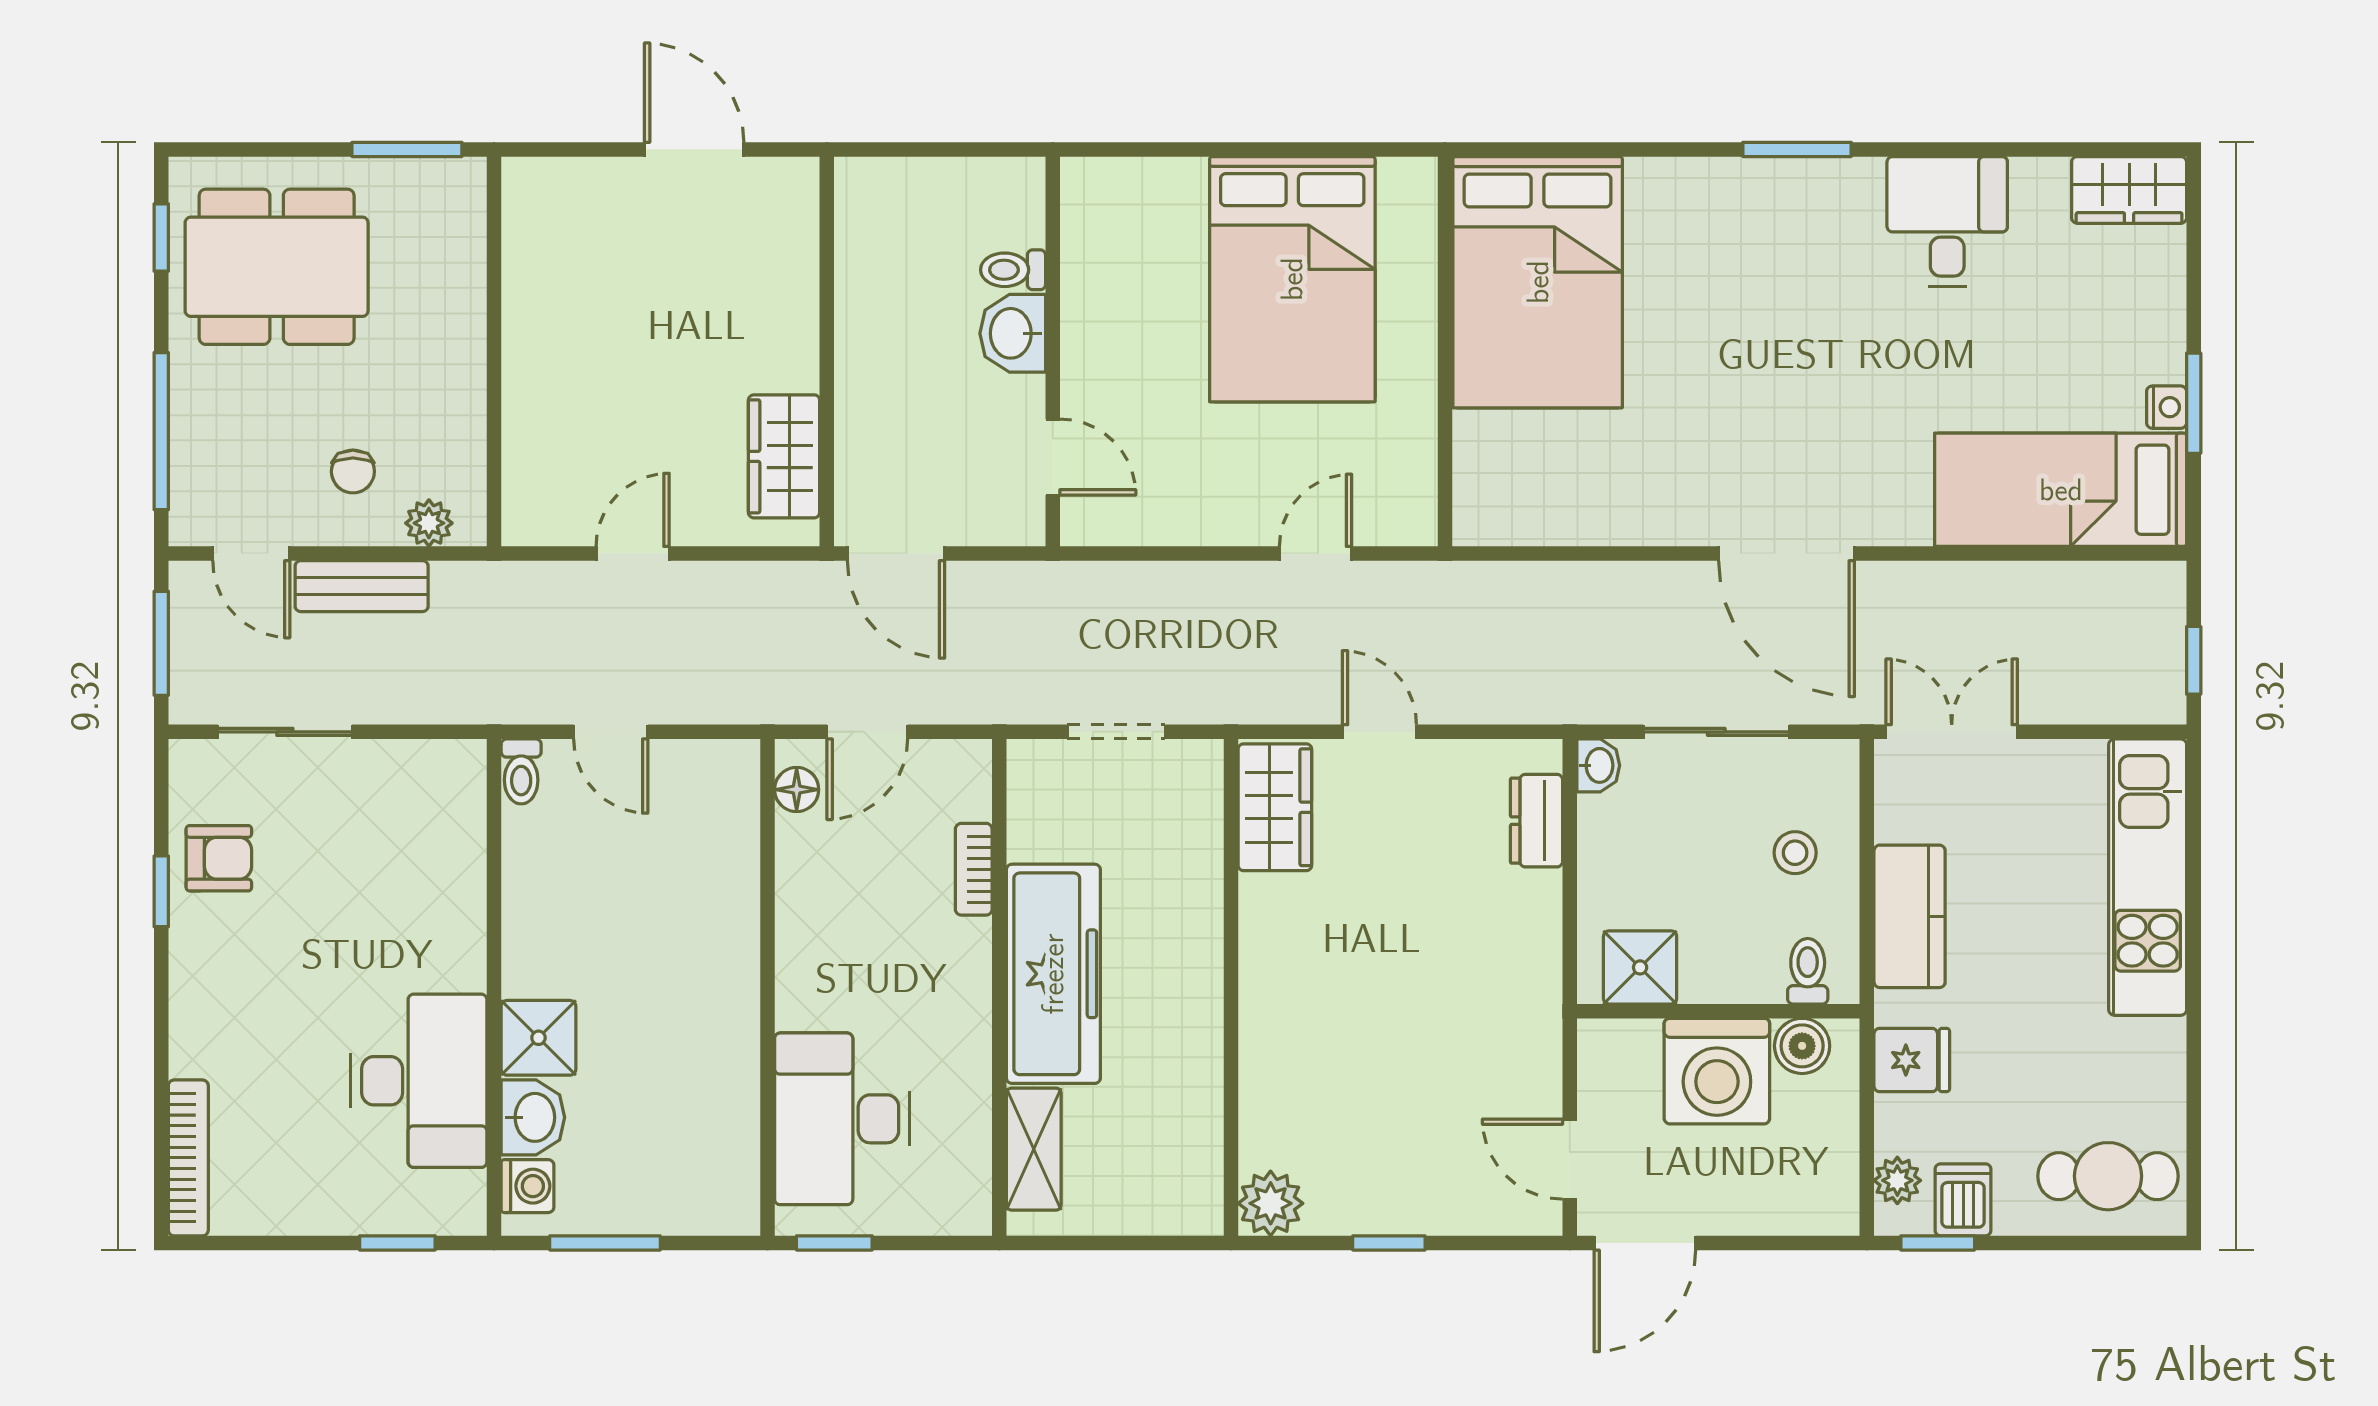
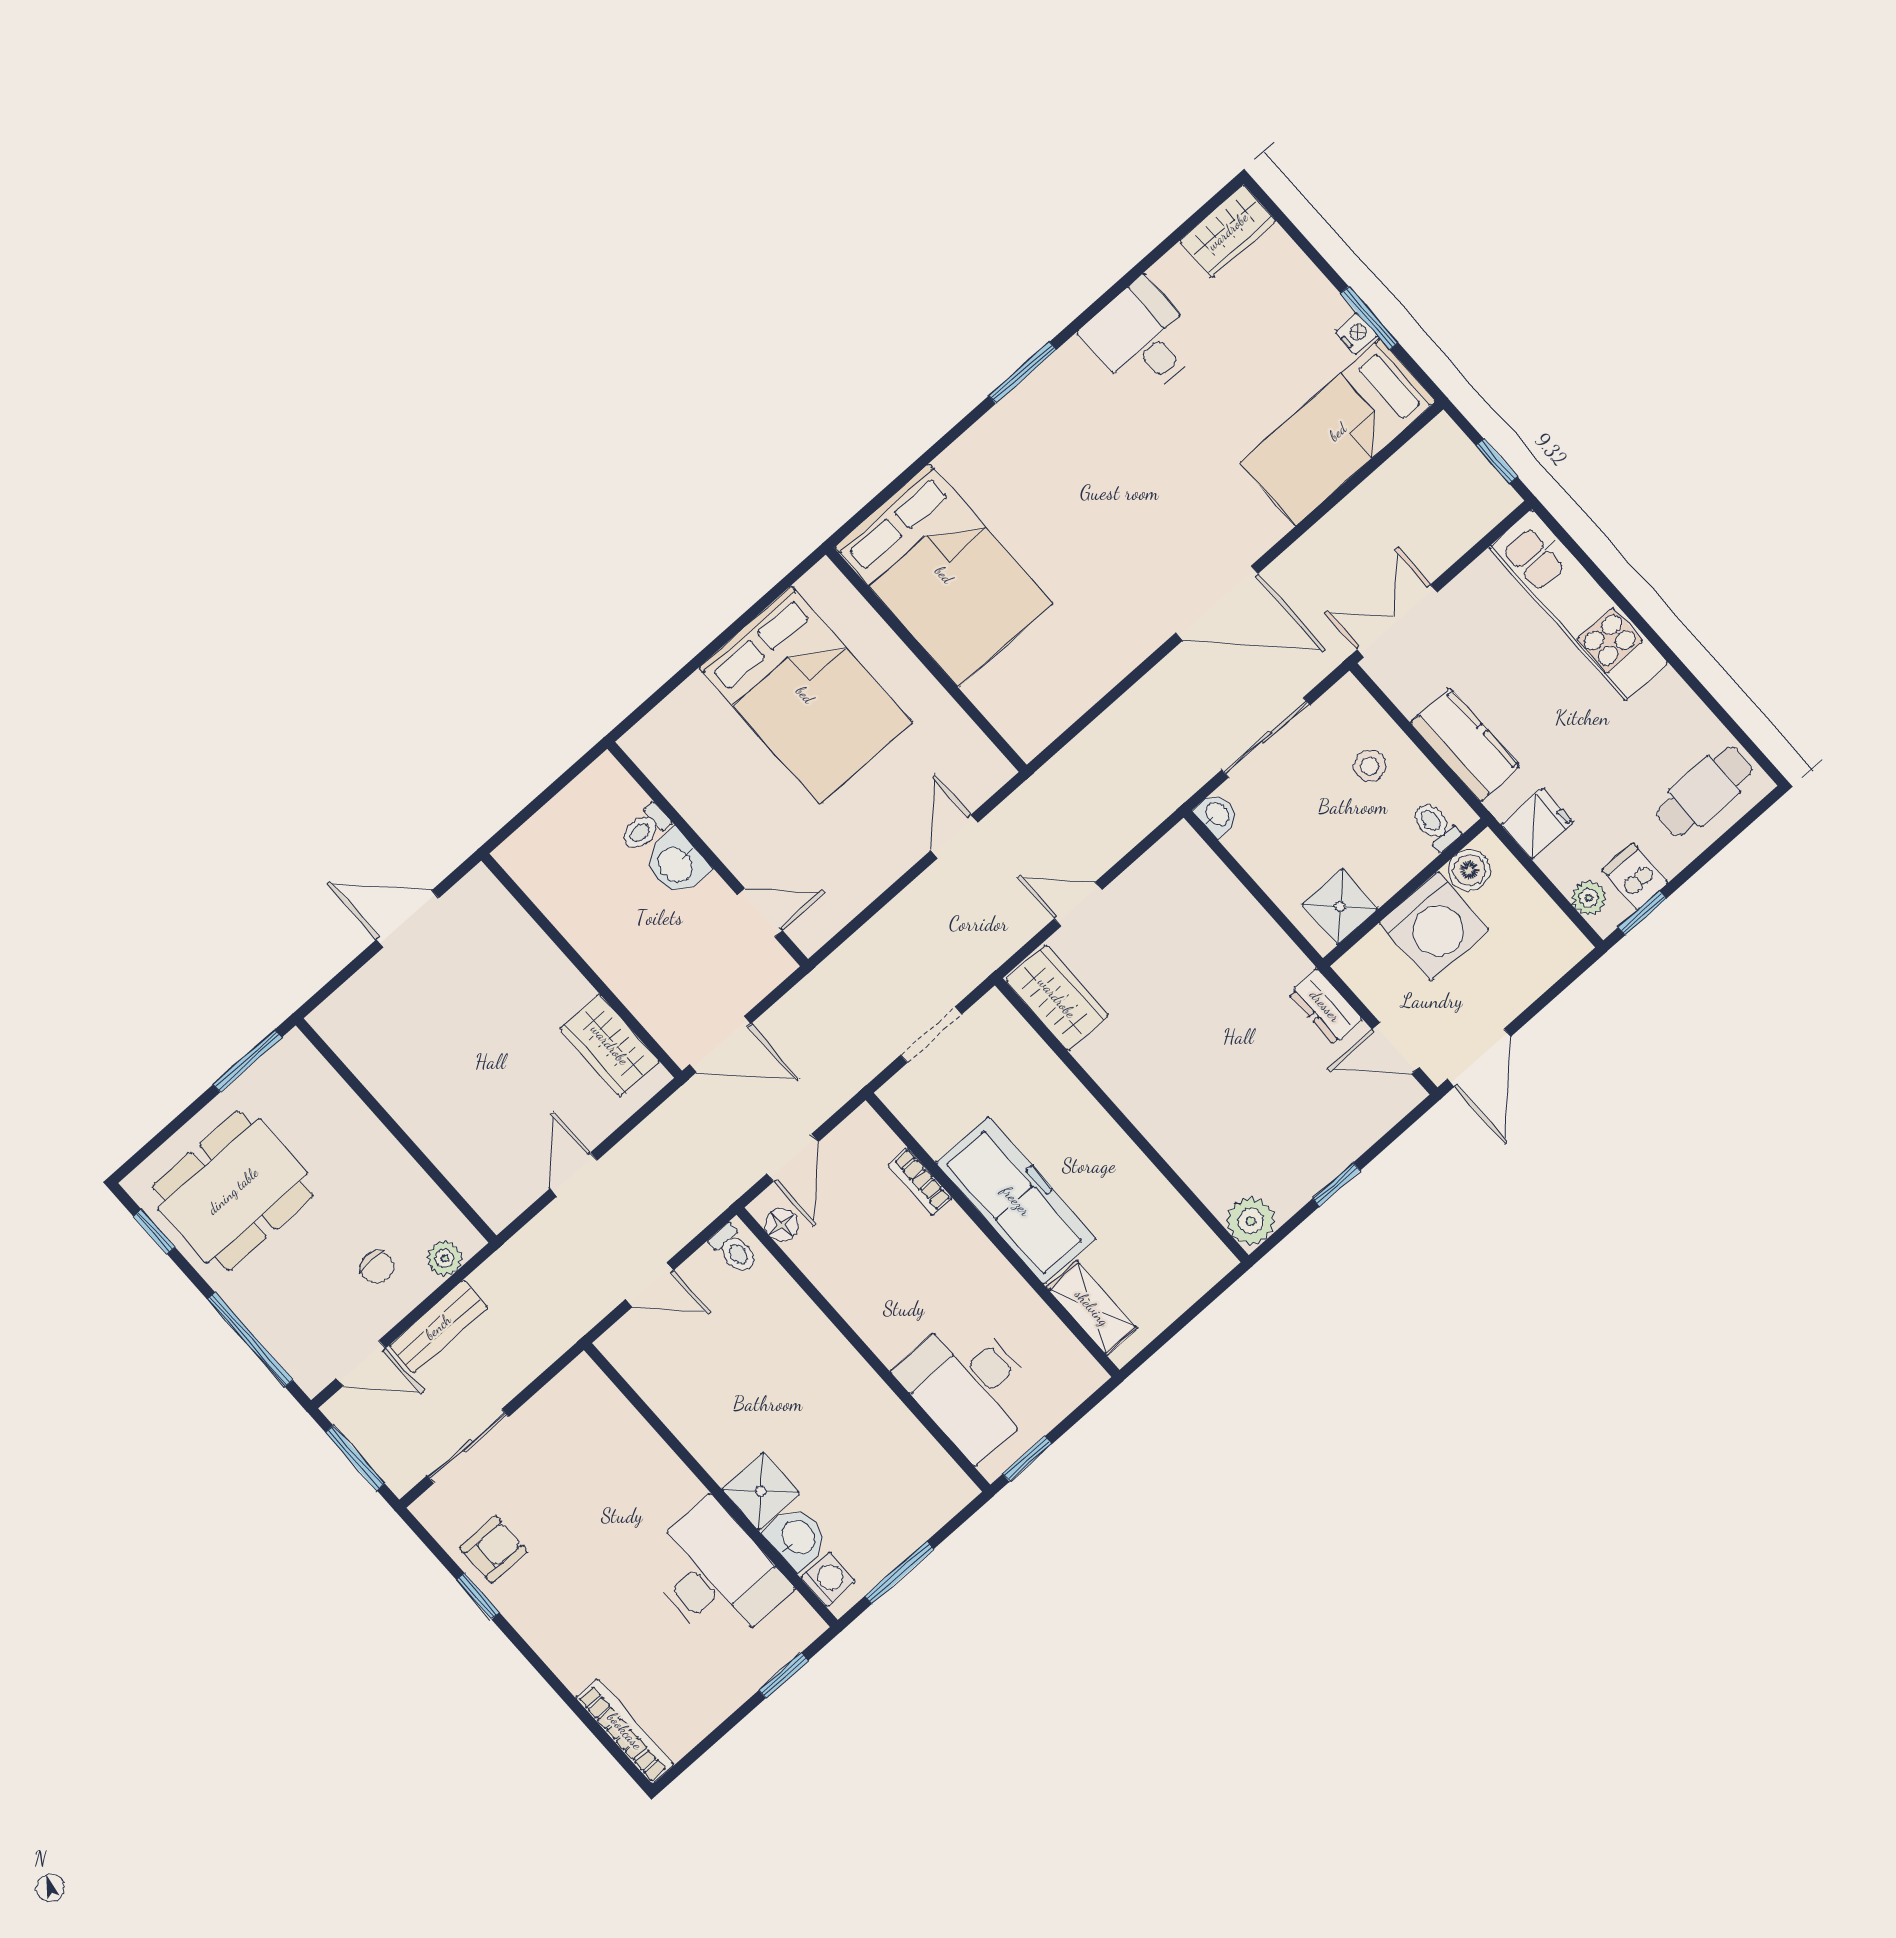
toilet: (521, 771) -> (734, 1249), moved
dresser: (1537, 821) -> (1325, 1006), moved

